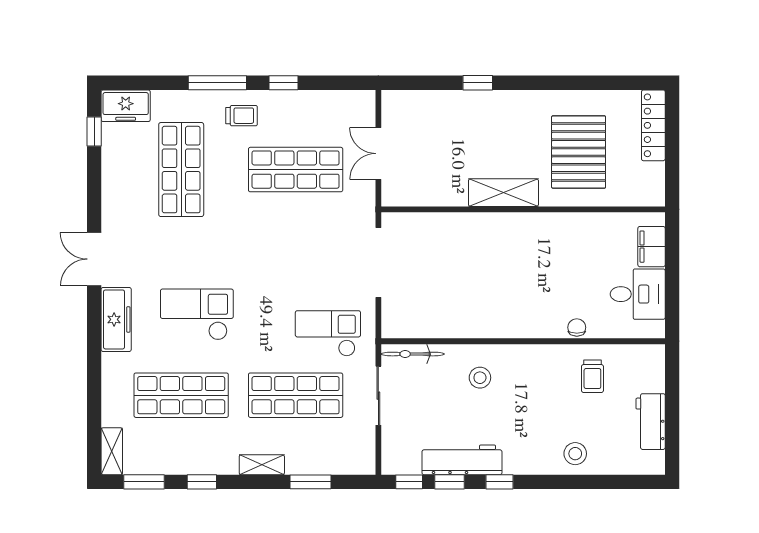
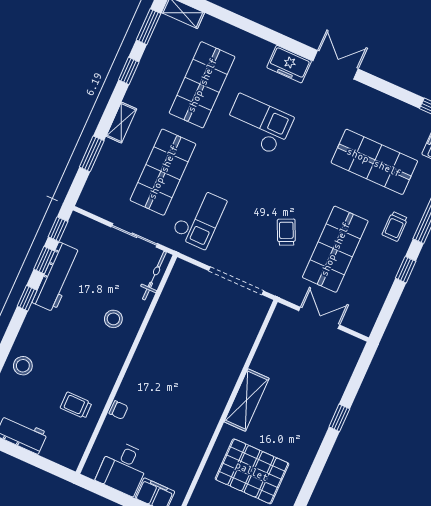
trolley: (301, 231) -> (286, 232), added
checkout: (197, 314) -> (258, 124), turned -90
freezer: (116, 319) -> (289, 64), width x0.71

